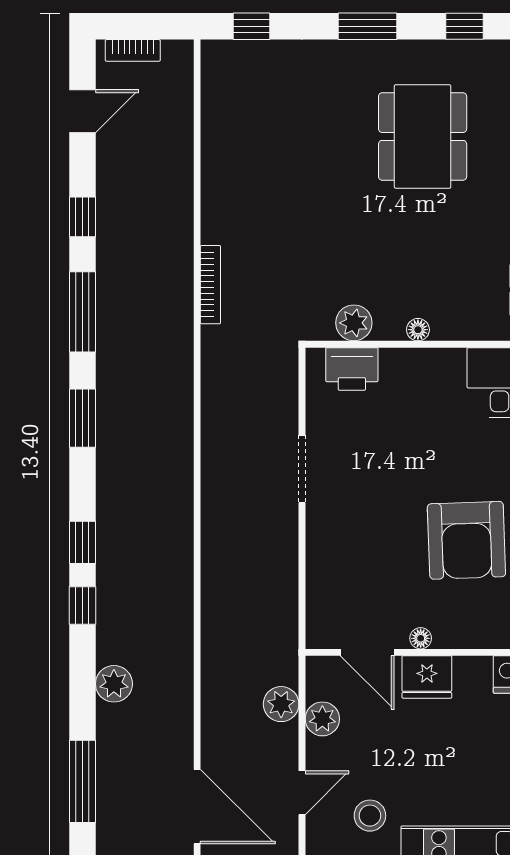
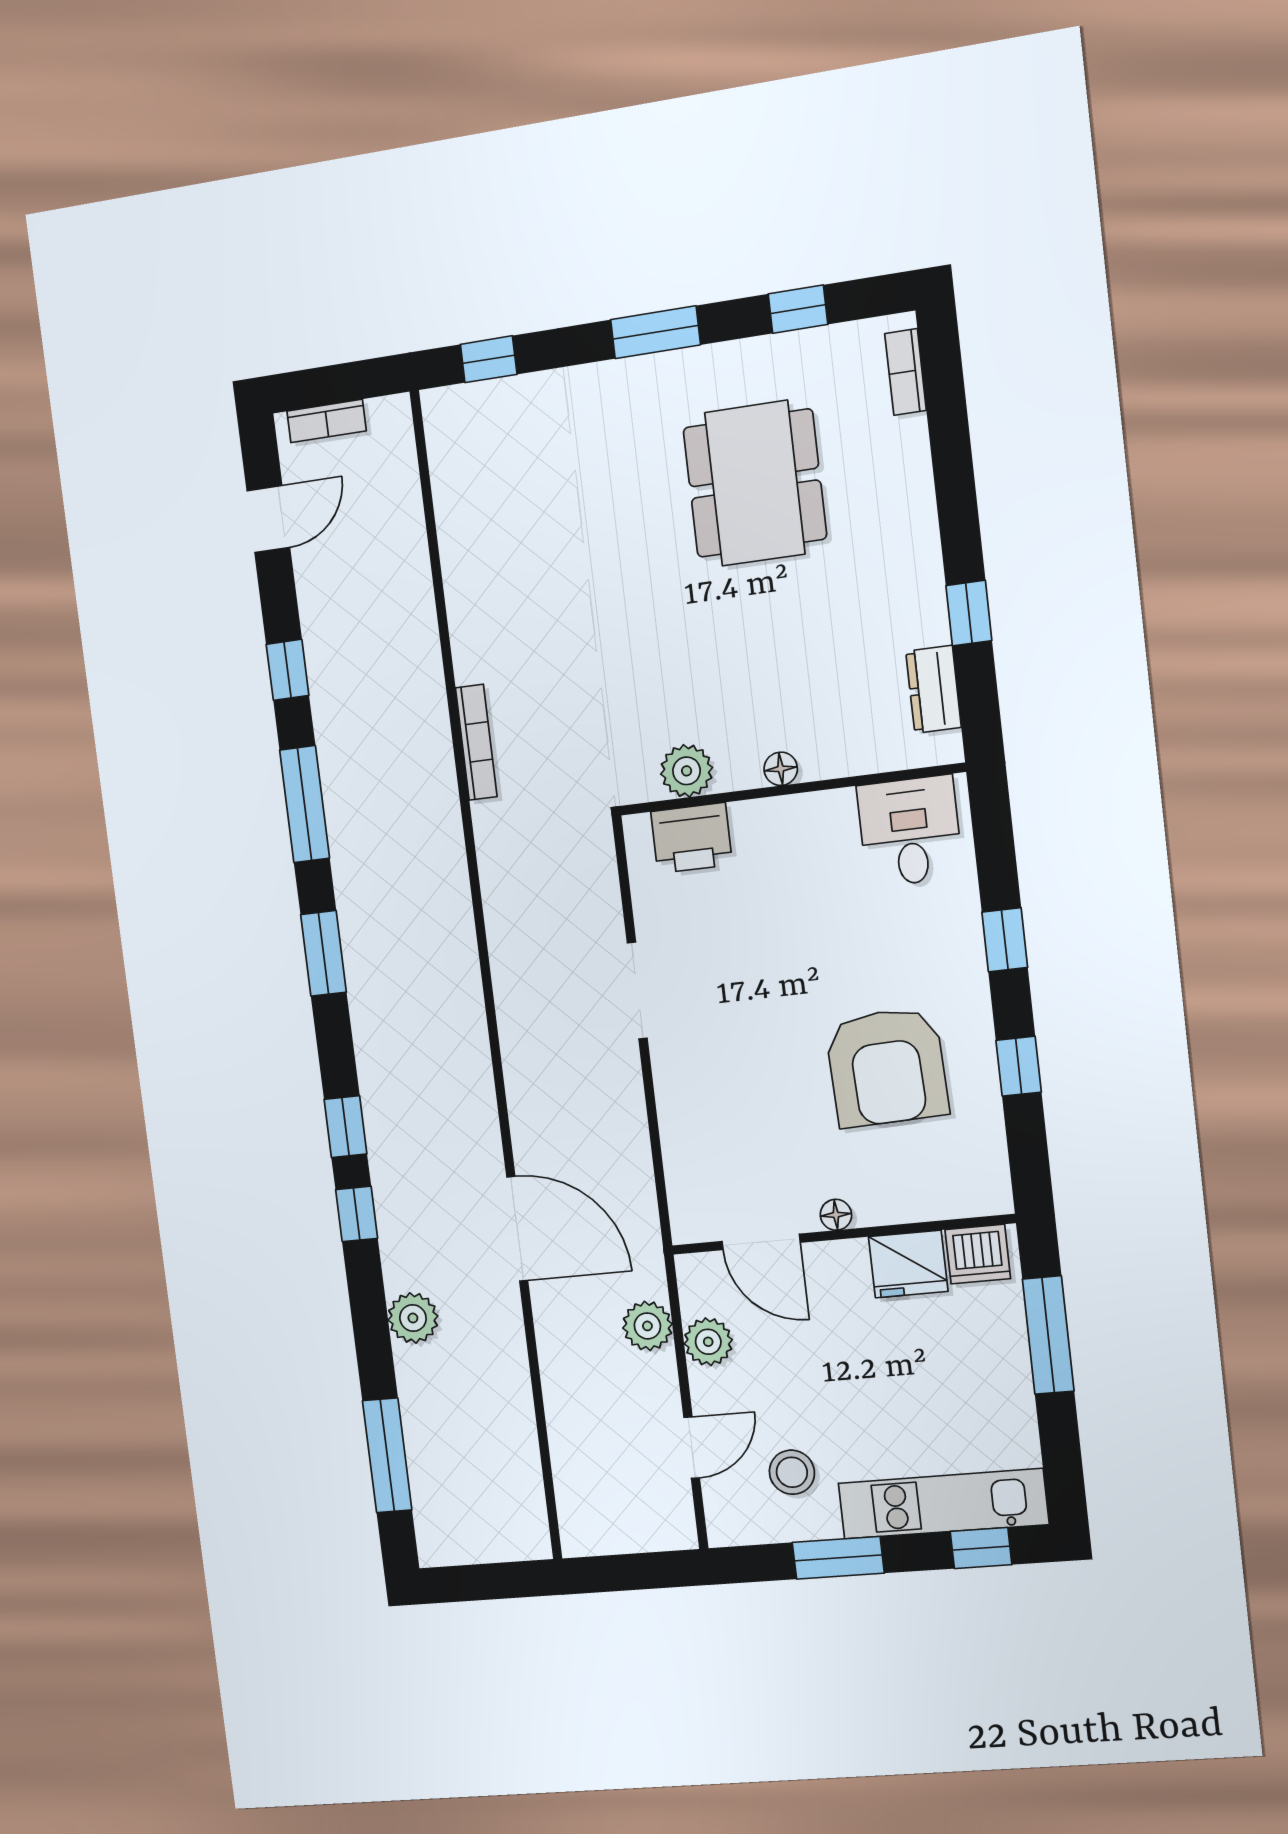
fridge: (427, 677) -> (908, 1264), moved
door: (197, 807) -> (517, 1229), moved

